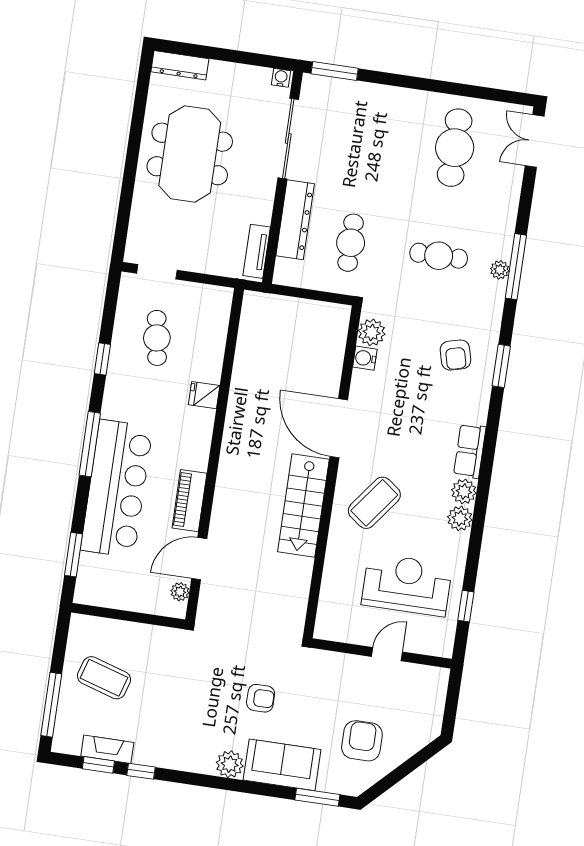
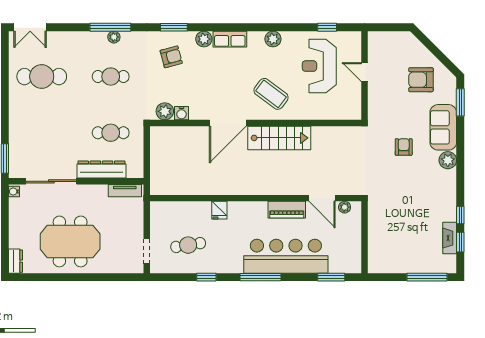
dresser: (180, 65) -> (16, 261), width x0.70
cafe table: (439, 256) -> (111, 77), turned 90
plant: (464, 492) -> (204, 39), moved
coffee table: (104, 678) -> (405, 247), removed

